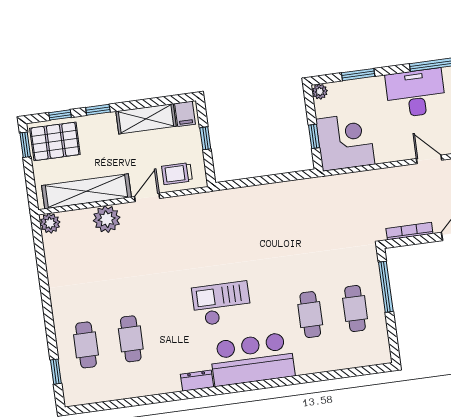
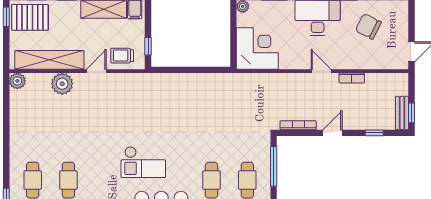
window: (314, 136) -> (233, 41), removed
window: (205, 138) -> (148, 46), moved
checkout: (222, 304) -> (143, 162), turned 180

